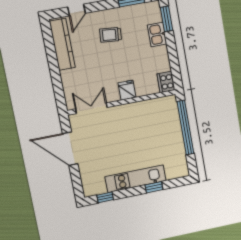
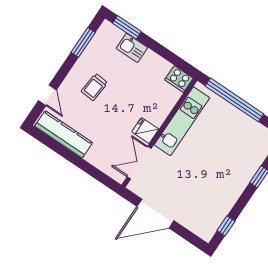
fridge: (127, 90) -> (145, 130), moved
kitchen unit: (136, 179) -> (182, 121), moved, turned 180

